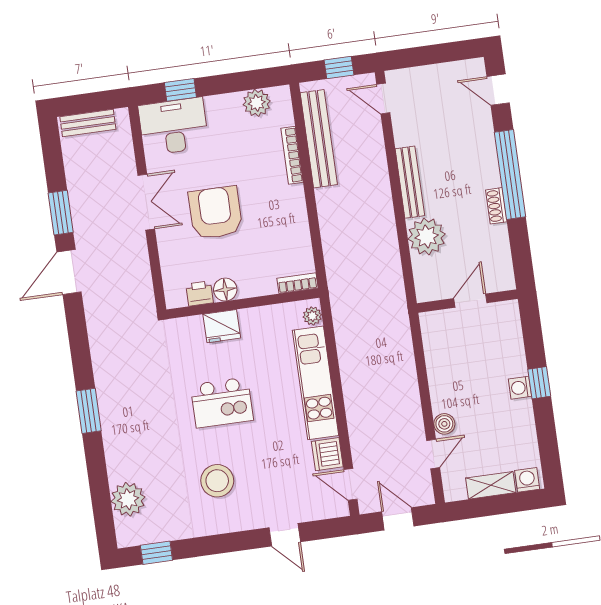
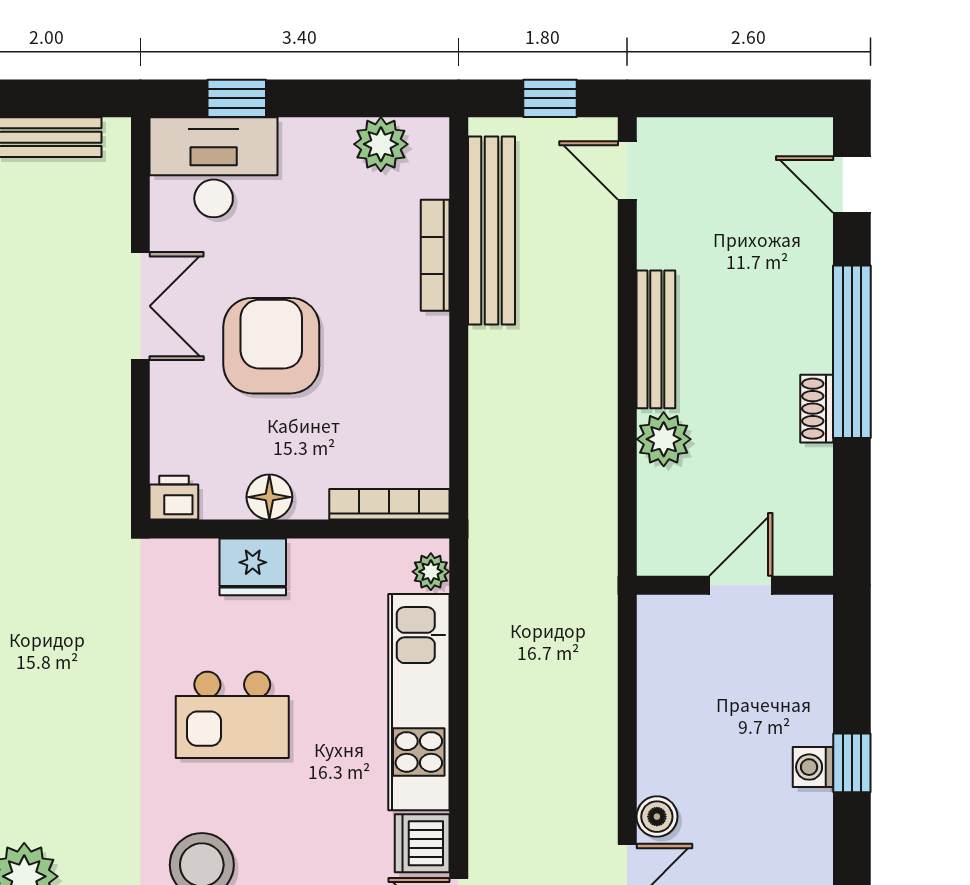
plant: (427, 236) -> (664, 439), width x0.73, depth x0.73
bookcase: (297, 283) -> (389, 504), width x1.56
printer: (200, 293) -> (174, 498), moved

